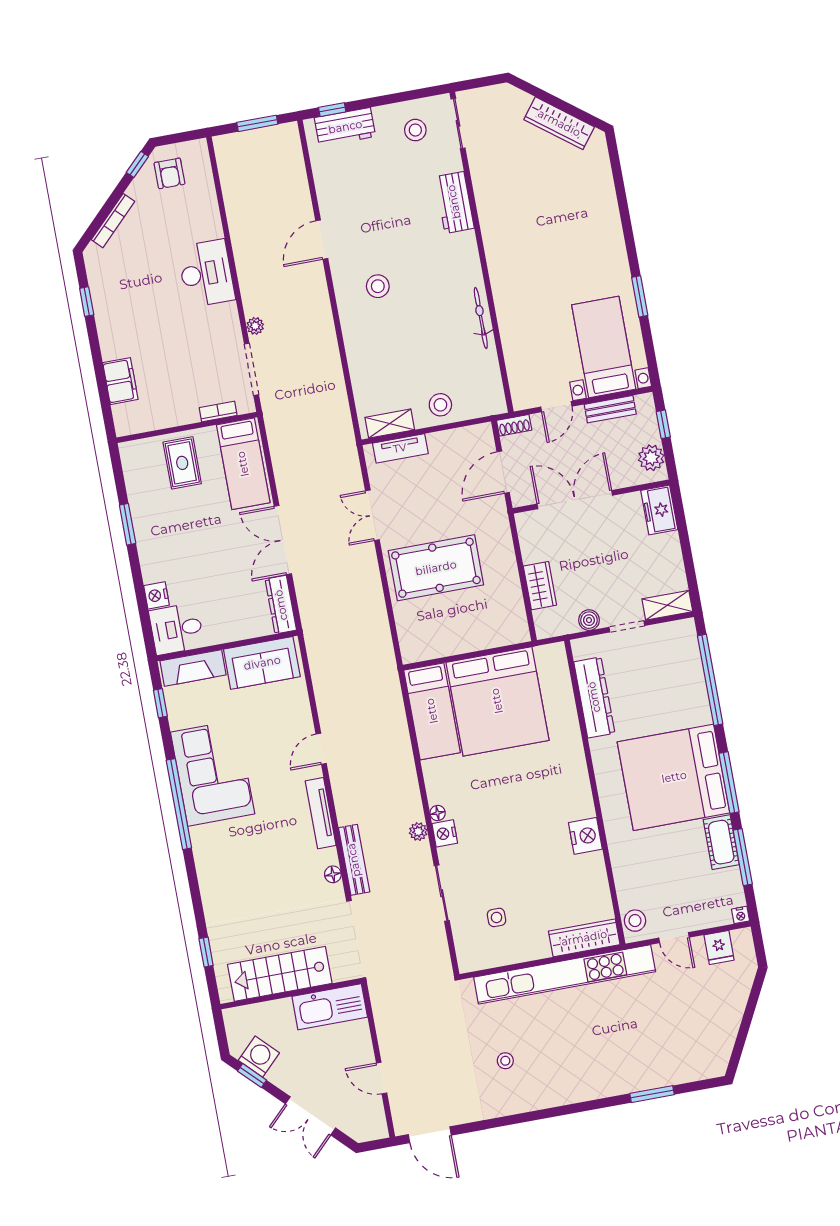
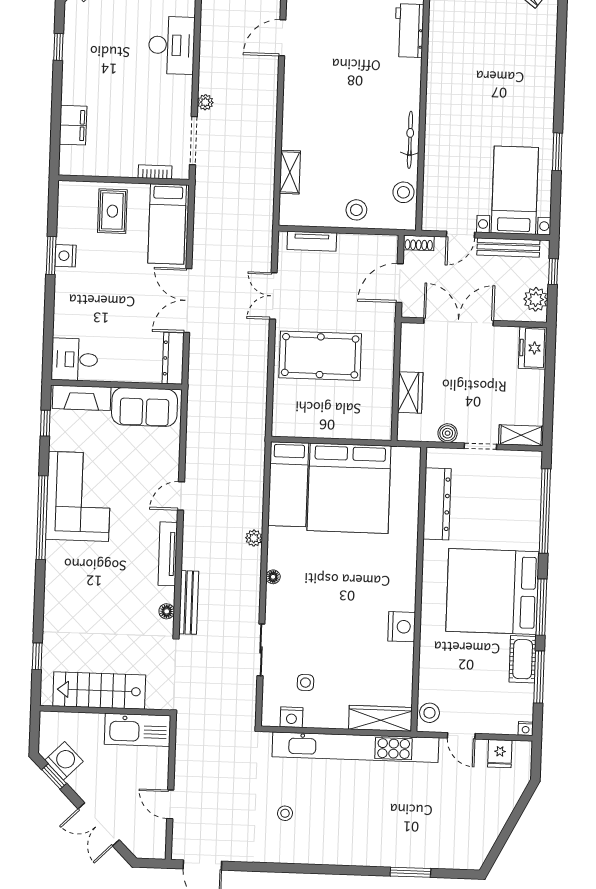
stool: (378, 286) -> (403, 192), moved
bench: (610, 409) -> (508, 247), width x1.36
shelving: (390, 424) -> (290, 172), moved, turned 90
nightstand: (156, 595) -> (66, 256), moved
plant: (418, 832) -> (254, 538), moved
nightstand: (445, 833) -> (291, 717), moved, turned -90

